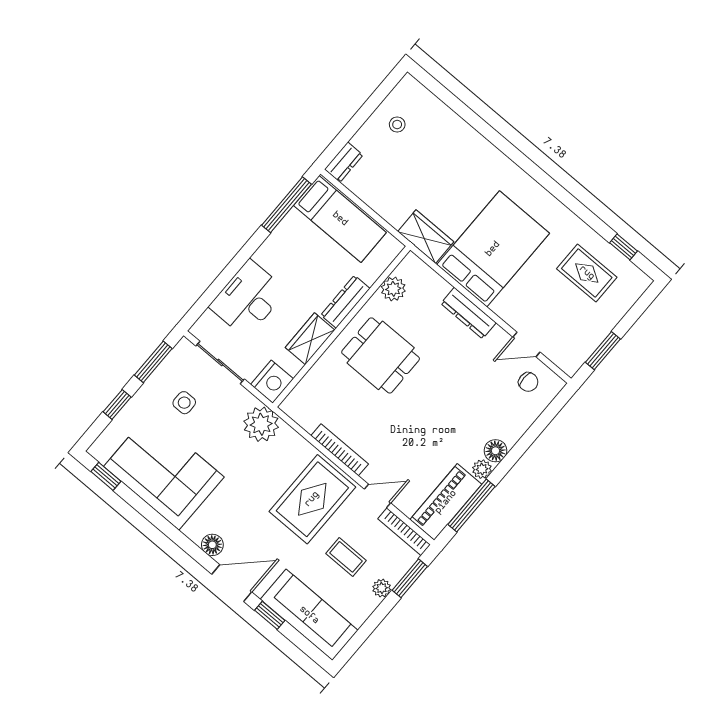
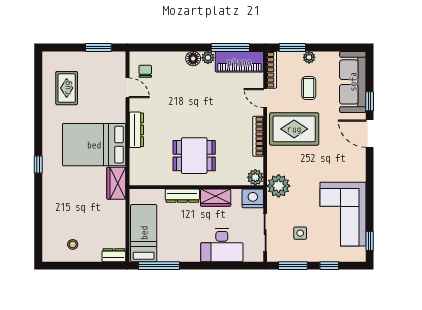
window: (624, 247) -> (38, 165), moved
plant: (393, 289) -> (255, 177), moved
dining table: (381, 355) -> (194, 156), turned 90
floor lamp: (212, 545) -> (359, 159), removed

